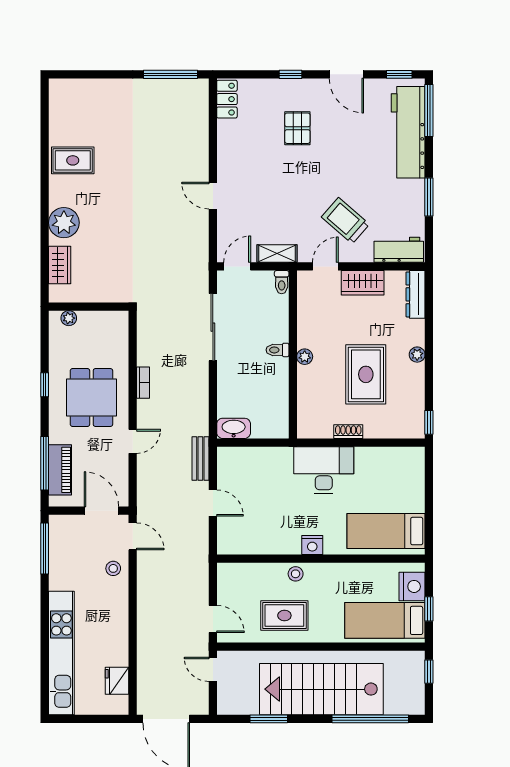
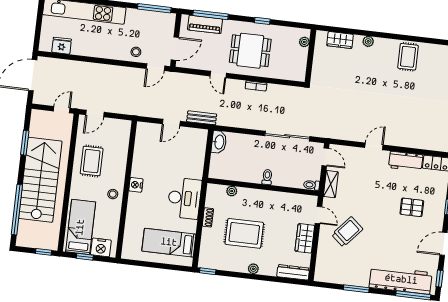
plant: (64, 223) -> (368, 41), width x0.53, depth x0.53
workbench: (399, 250) -> (406, 161), moved, turned 90
plant: (305, 357) -> (232, 191), moved
bed: (386, 531) -> (169, 243), moved, turned -90
stool: (296, 574) -> (113, 194), moved

